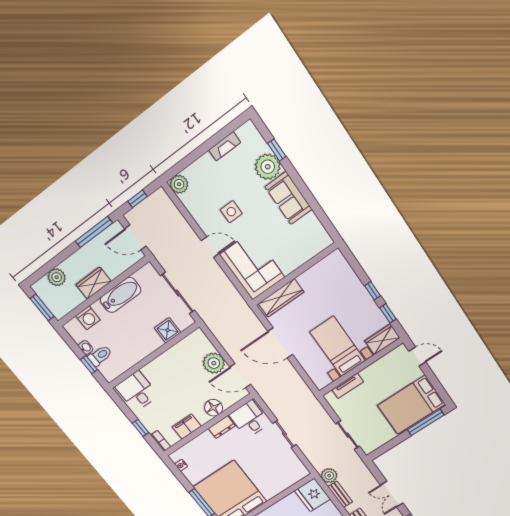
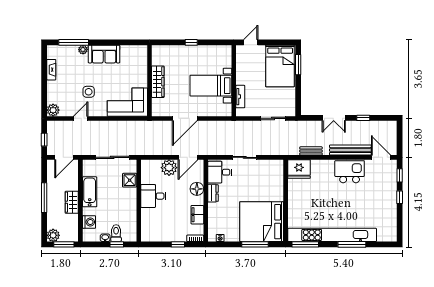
window: (277, 150) -> (74, 42), width x2.17
plant: (268, 167) -> (83, 50), width x0.53, depth x0.53
window: (94, 232) -> (44, 198), moved
door: (210, 247) -> (81, 118), moved
plant: (57, 277) -> (53, 235), moved
wardrobe: (281, 298) -> (158, 82), moved
window: (388, 313) -> (211, 42), removed
wardrobe: (382, 339) -> (225, 56), removed
desk: (137, 391) -> (153, 196), moved
window: (426, 422) -> (298, 65), width x0.69
plant: (329, 476) -> (293, 149), removed

